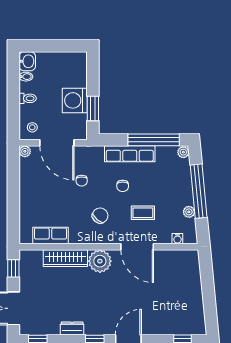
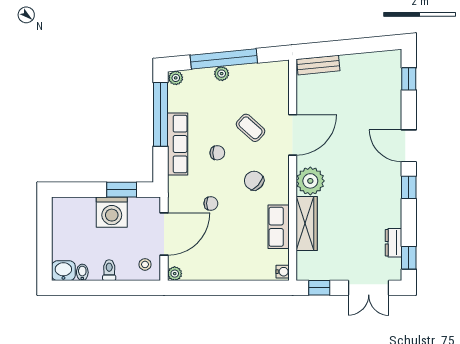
plant: (189, 212) -> (222, 74), moved
coffee table: (143, 213) -> (251, 128), turned -48
row of seats: (50, 236) -> (279, 227), moved
water cooler: (177, 239) -> (283, 272), moved
bench: (194, 268) -> (318, 65), added
dresser: (72, 328) -> (393, 243), moved

